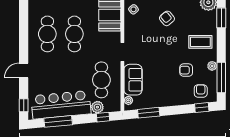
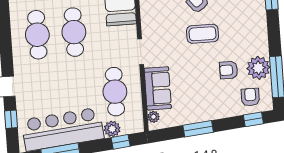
coffee table: (200, 42) -> (203, 34), moved
plant: (212, 66) -> (258, 68), width x1.87, depth x1.87
window: (24, 105) -> (11, 119), moved
window: (149, 113) -> (198, 129), moved

